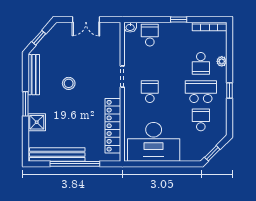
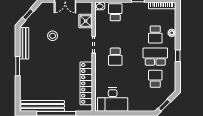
stool: (69, 83) -> (53, 36), moved
school desk: (150, 92) -> (115, 57), turned 180
shower: (37, 122) -> (86, 21), moved
desk: (154, 142) -> (113, 100), width x0.73, depth x0.77

